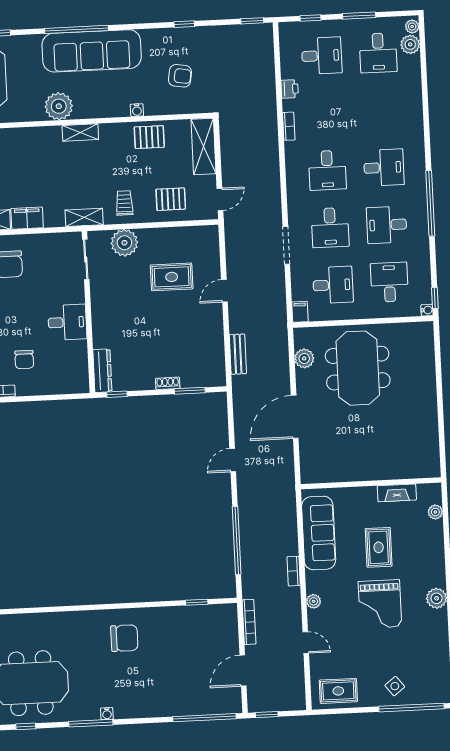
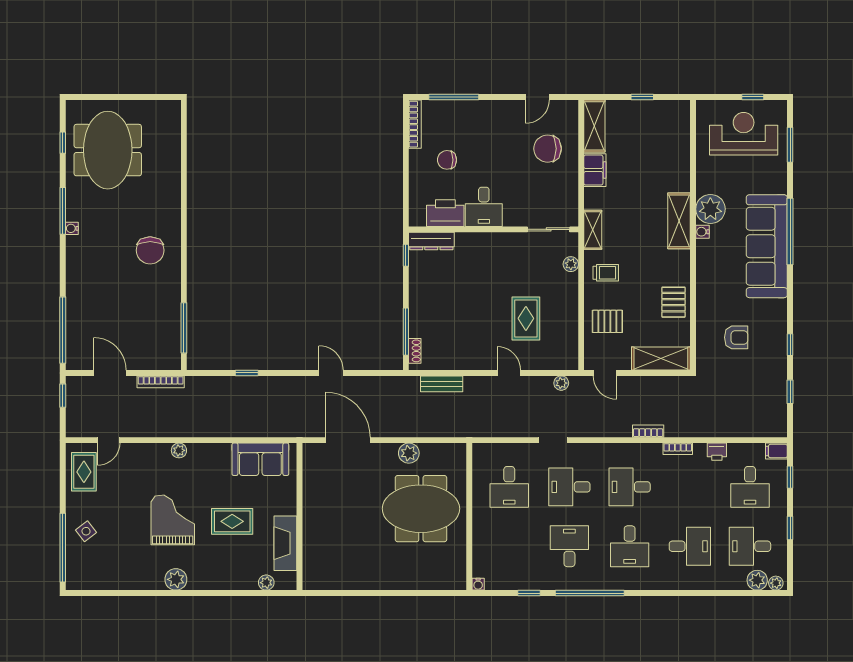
window: (359, 16) -> (790, 528), width x0.67
window: (252, 21) -> (790, 392), moved
armchair: (180, 76) -> (736, 337), turned -99
water cooler: (137, 110) -> (702, 232), moved
shelving: (80, 133) -> (679, 221), width x1.50, depth x1.33
pallet: (171, 199) -> (607, 321), turned 90
plant: (232, 240) -> (561, 383), added
plant: (124, 243) -> (571, 264), width x0.53, depth x0.53
doorway: (286, 245) -> (553, 440), width x0.73
desk: (389, 282) -> (690, 546), moved
window: (435, 298) -> (529, 593), moved
filing cabinet: (300, 312) -> (776, 451), moved, turned 180
plant: (304, 358) -> (409, 453), moved
printer: (75, 359) -> (445, 213), added
shoe rack: (168, 383) -> (415, 351), moved
window: (190, 391) -> (406, 332), width x1.44
door: (295, 417) -> (348, 440), moved
fireplace: (397, 493) -> (285, 543), width x1.37, depth x1.32
sofa: (319, 533) -> (260, 459), width x0.73
window: (237, 540) -> (247, 373), width x0.32
bookcase: (294, 571) -> (648, 431), moved
window: (197, 602) -> (184, 328), width x2.17
grand piano: (380, 604) -> (173, 520), turned 90
door: (306, 643) -> (109, 440), moved

